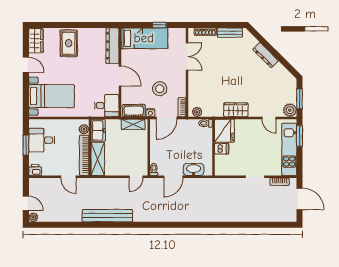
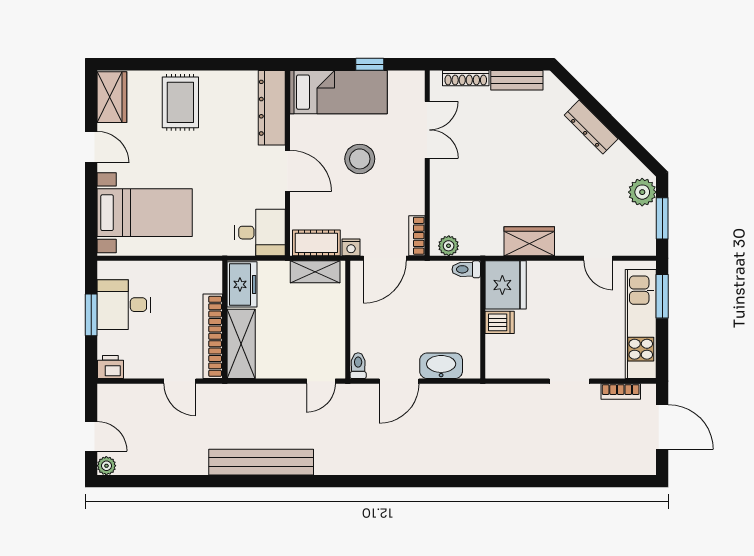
stool: (160, 89) -> (360, 159), moved
plant: (290, 110) -> (642, 192), moved
plant: (84, 129) -> (212, 282), removed

